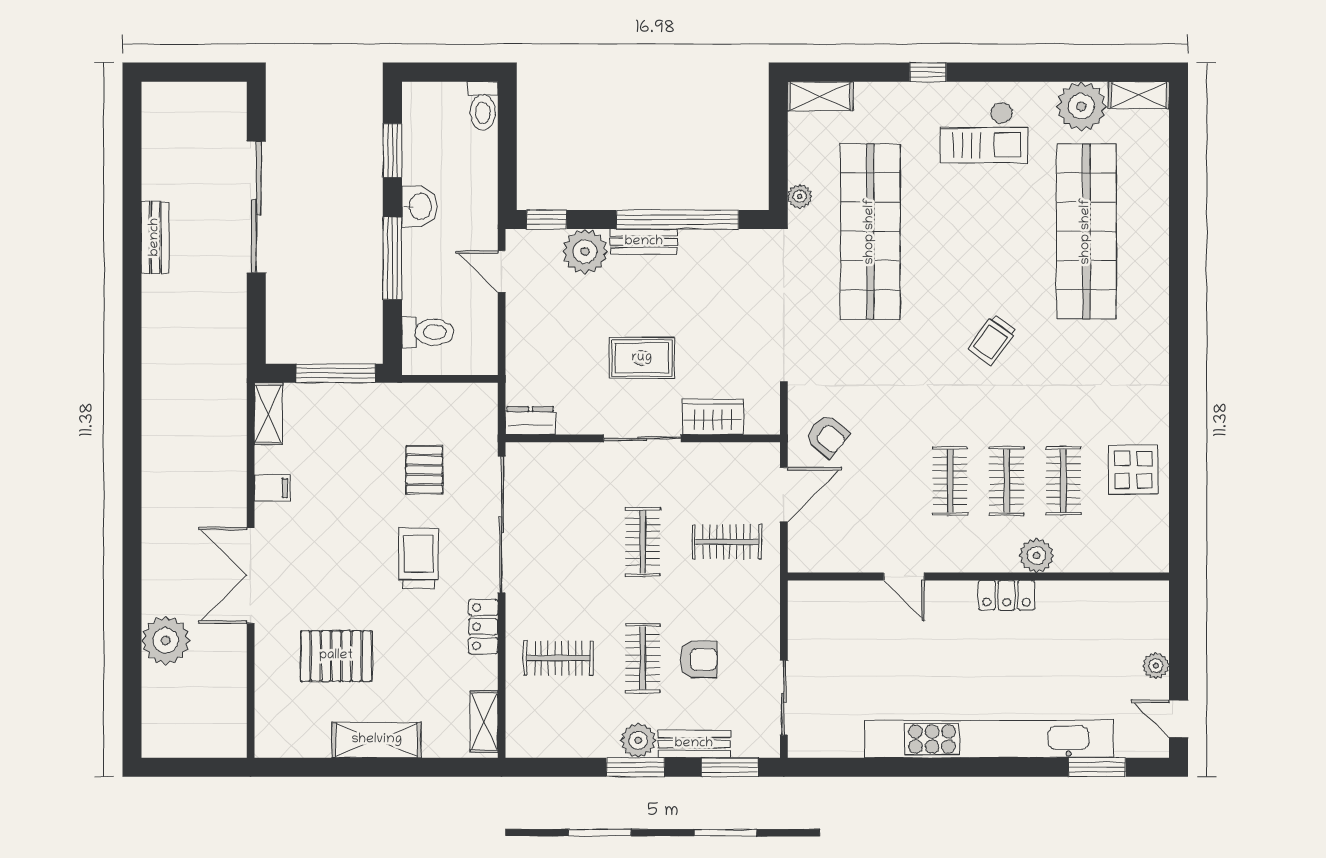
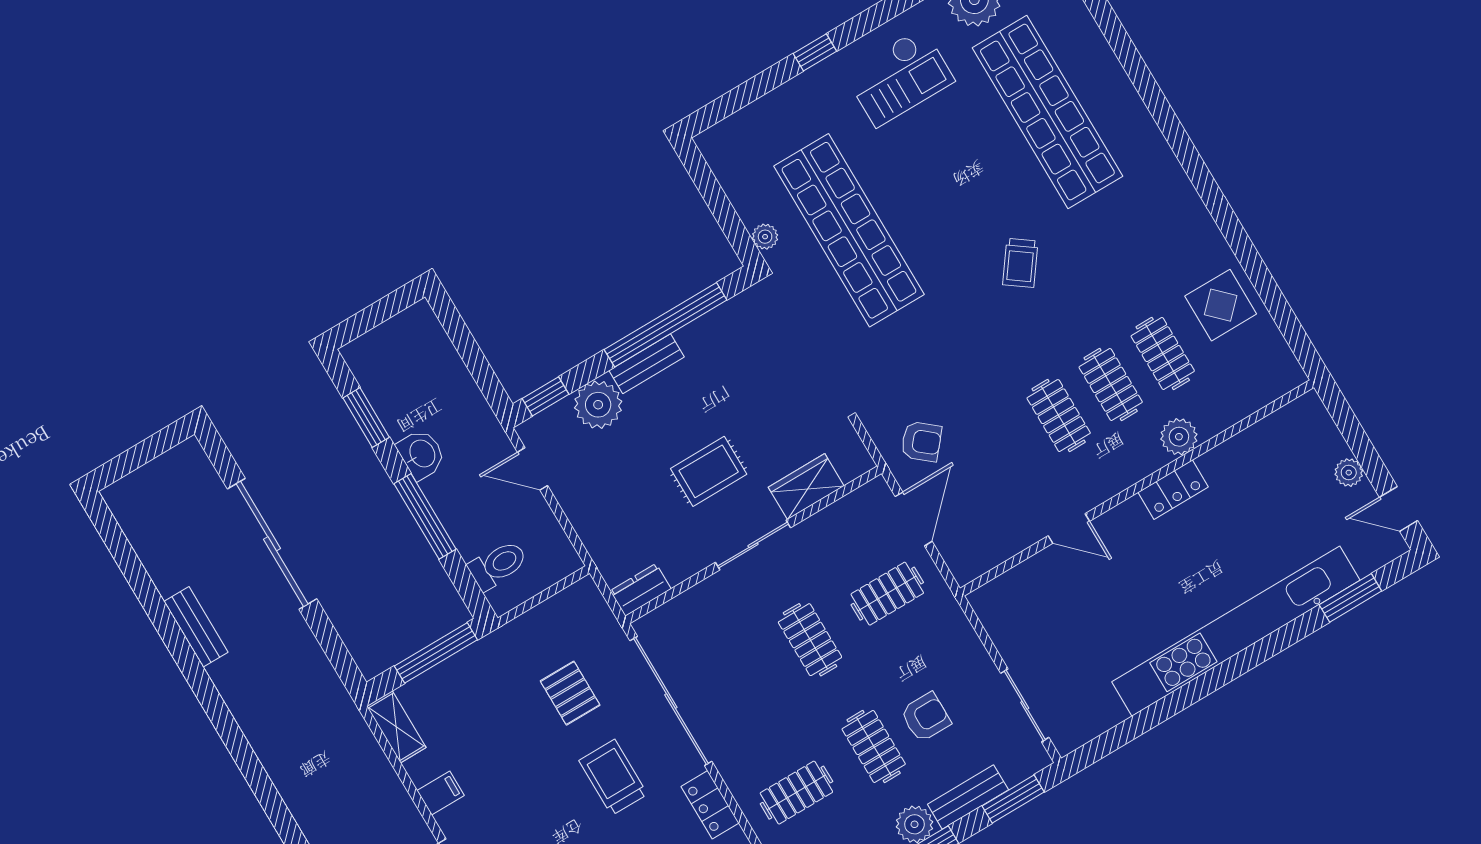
shelving: (820, 96) -> (729, 133), removed
toilet: (483, 106) -> (425, 327), removed

